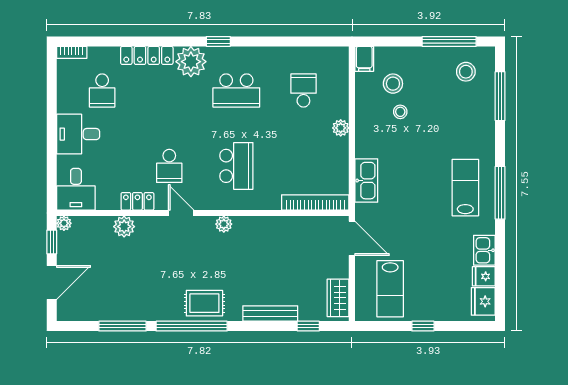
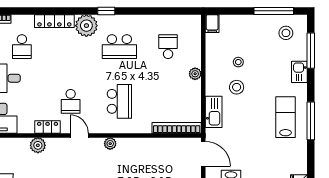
stool: (393, 84) -> (237, 87), moved
kitchen sink: (484, 250) -> (299, 72), moved

